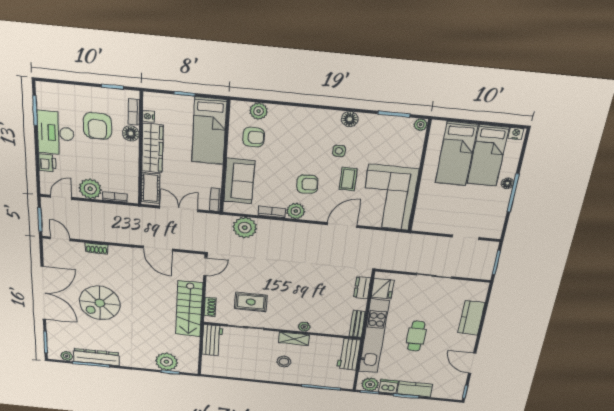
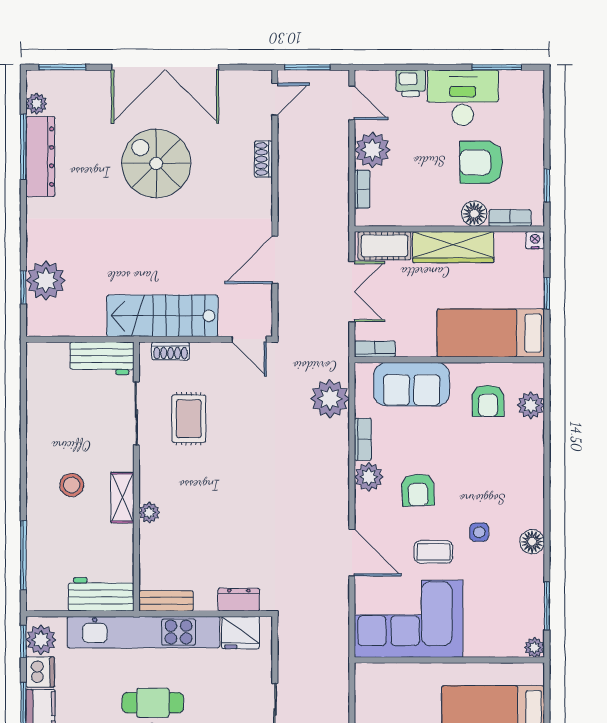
nightstand: (148, 116) -> (535, 240), moved

